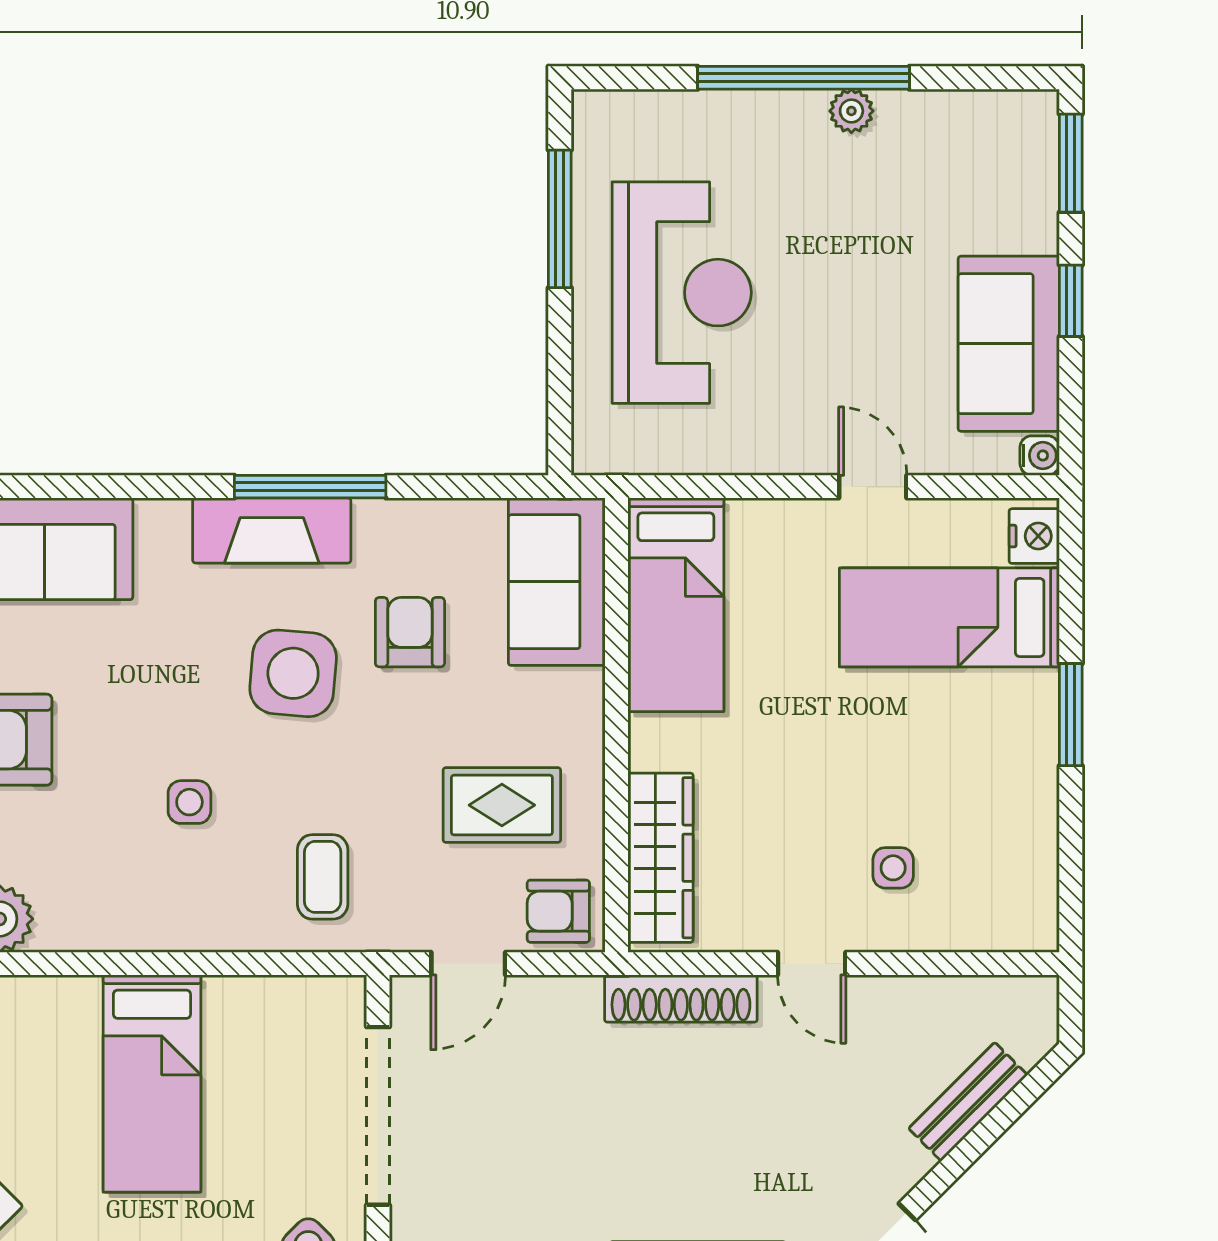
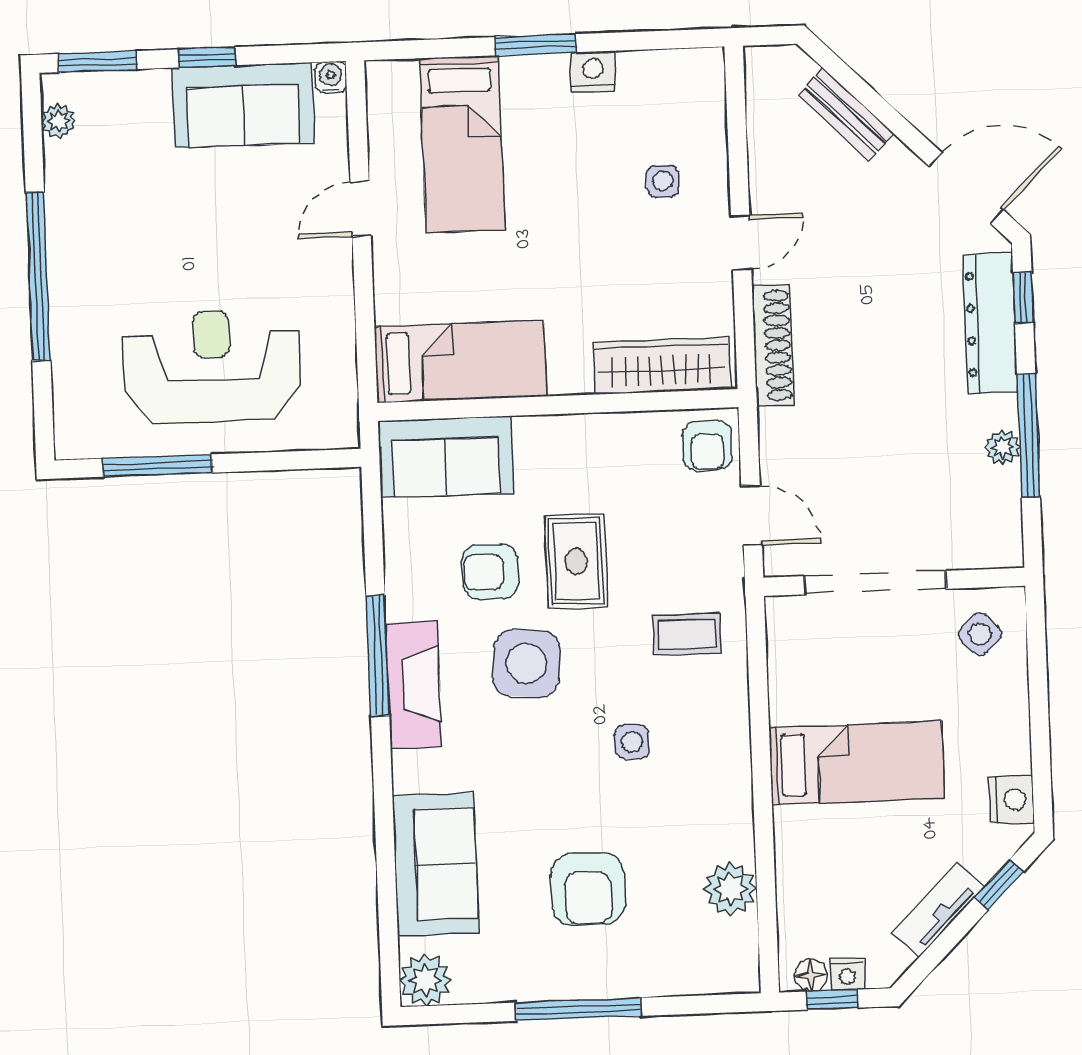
plant: (851, 111) -> (58, 121), moved
nightstand: (1034, 536) -> (593, 72), moved
rug: (502, 805) -> (576, 561), moved

